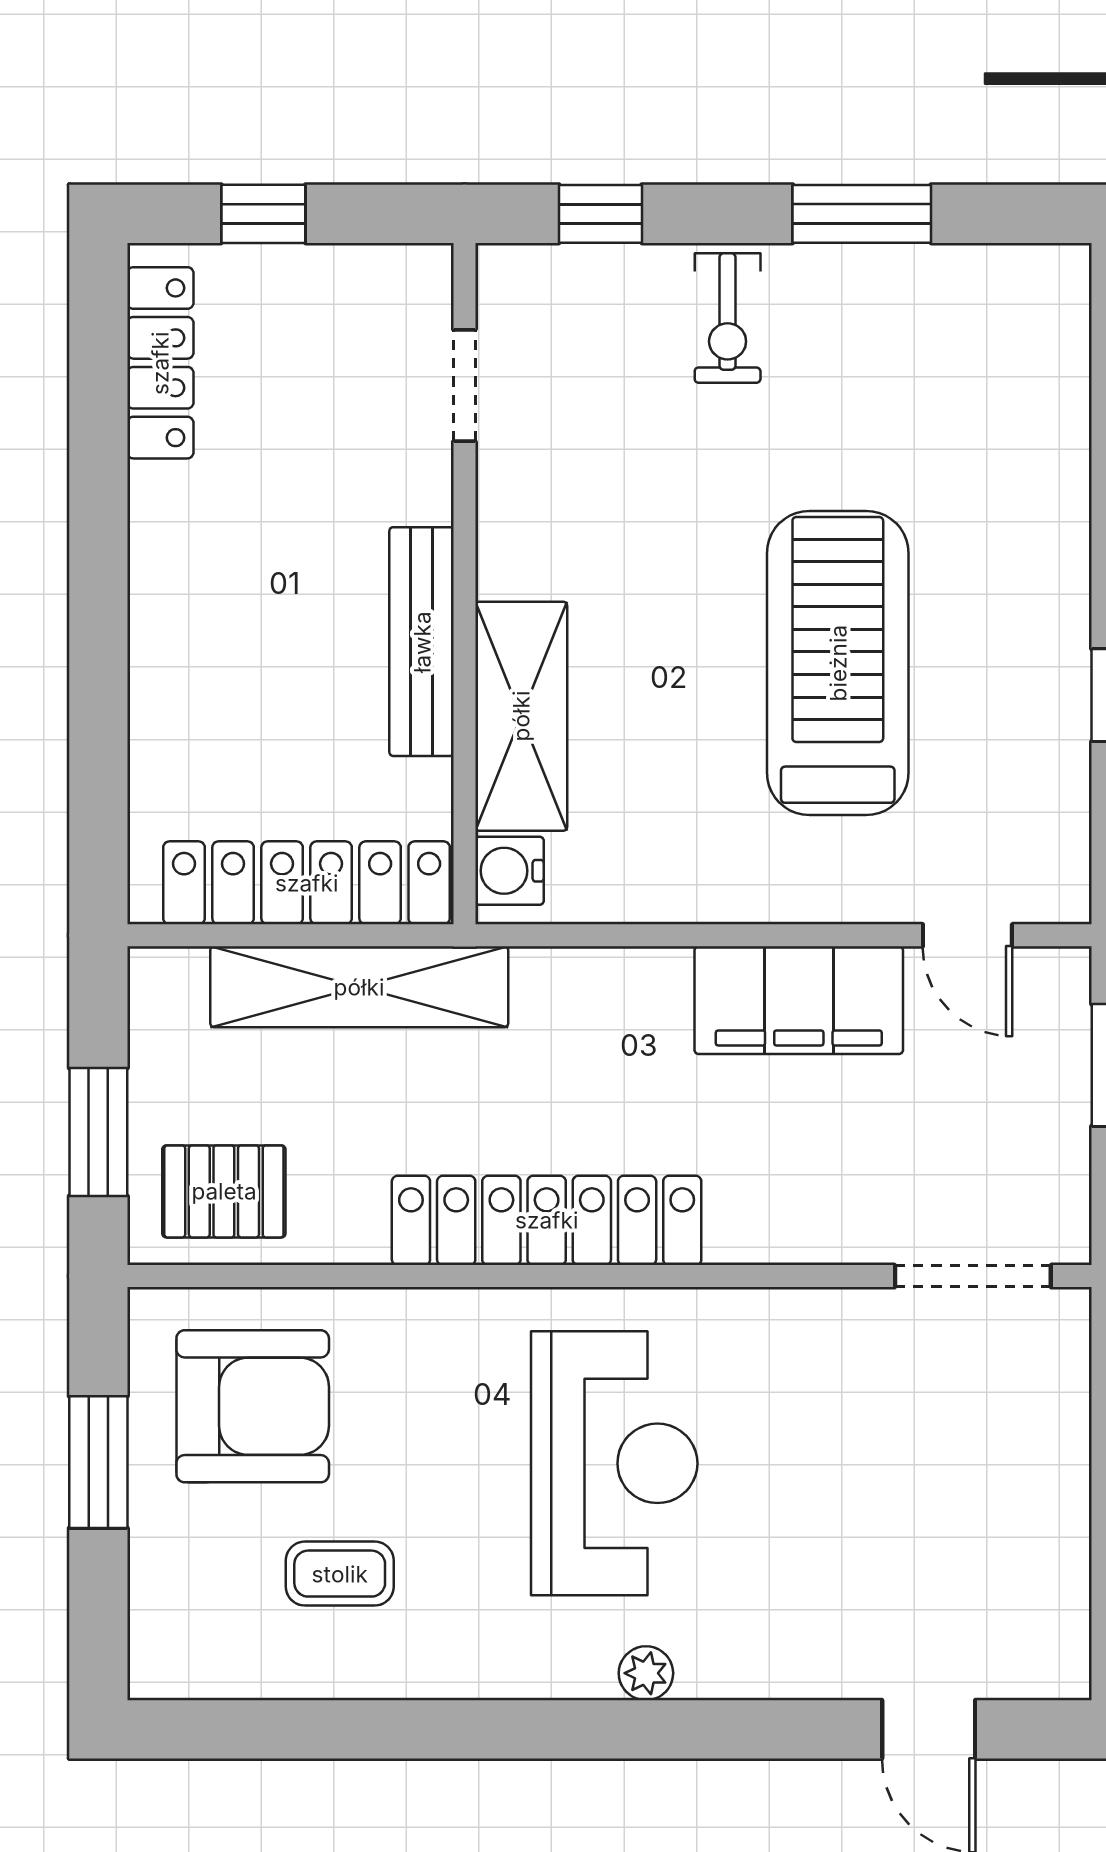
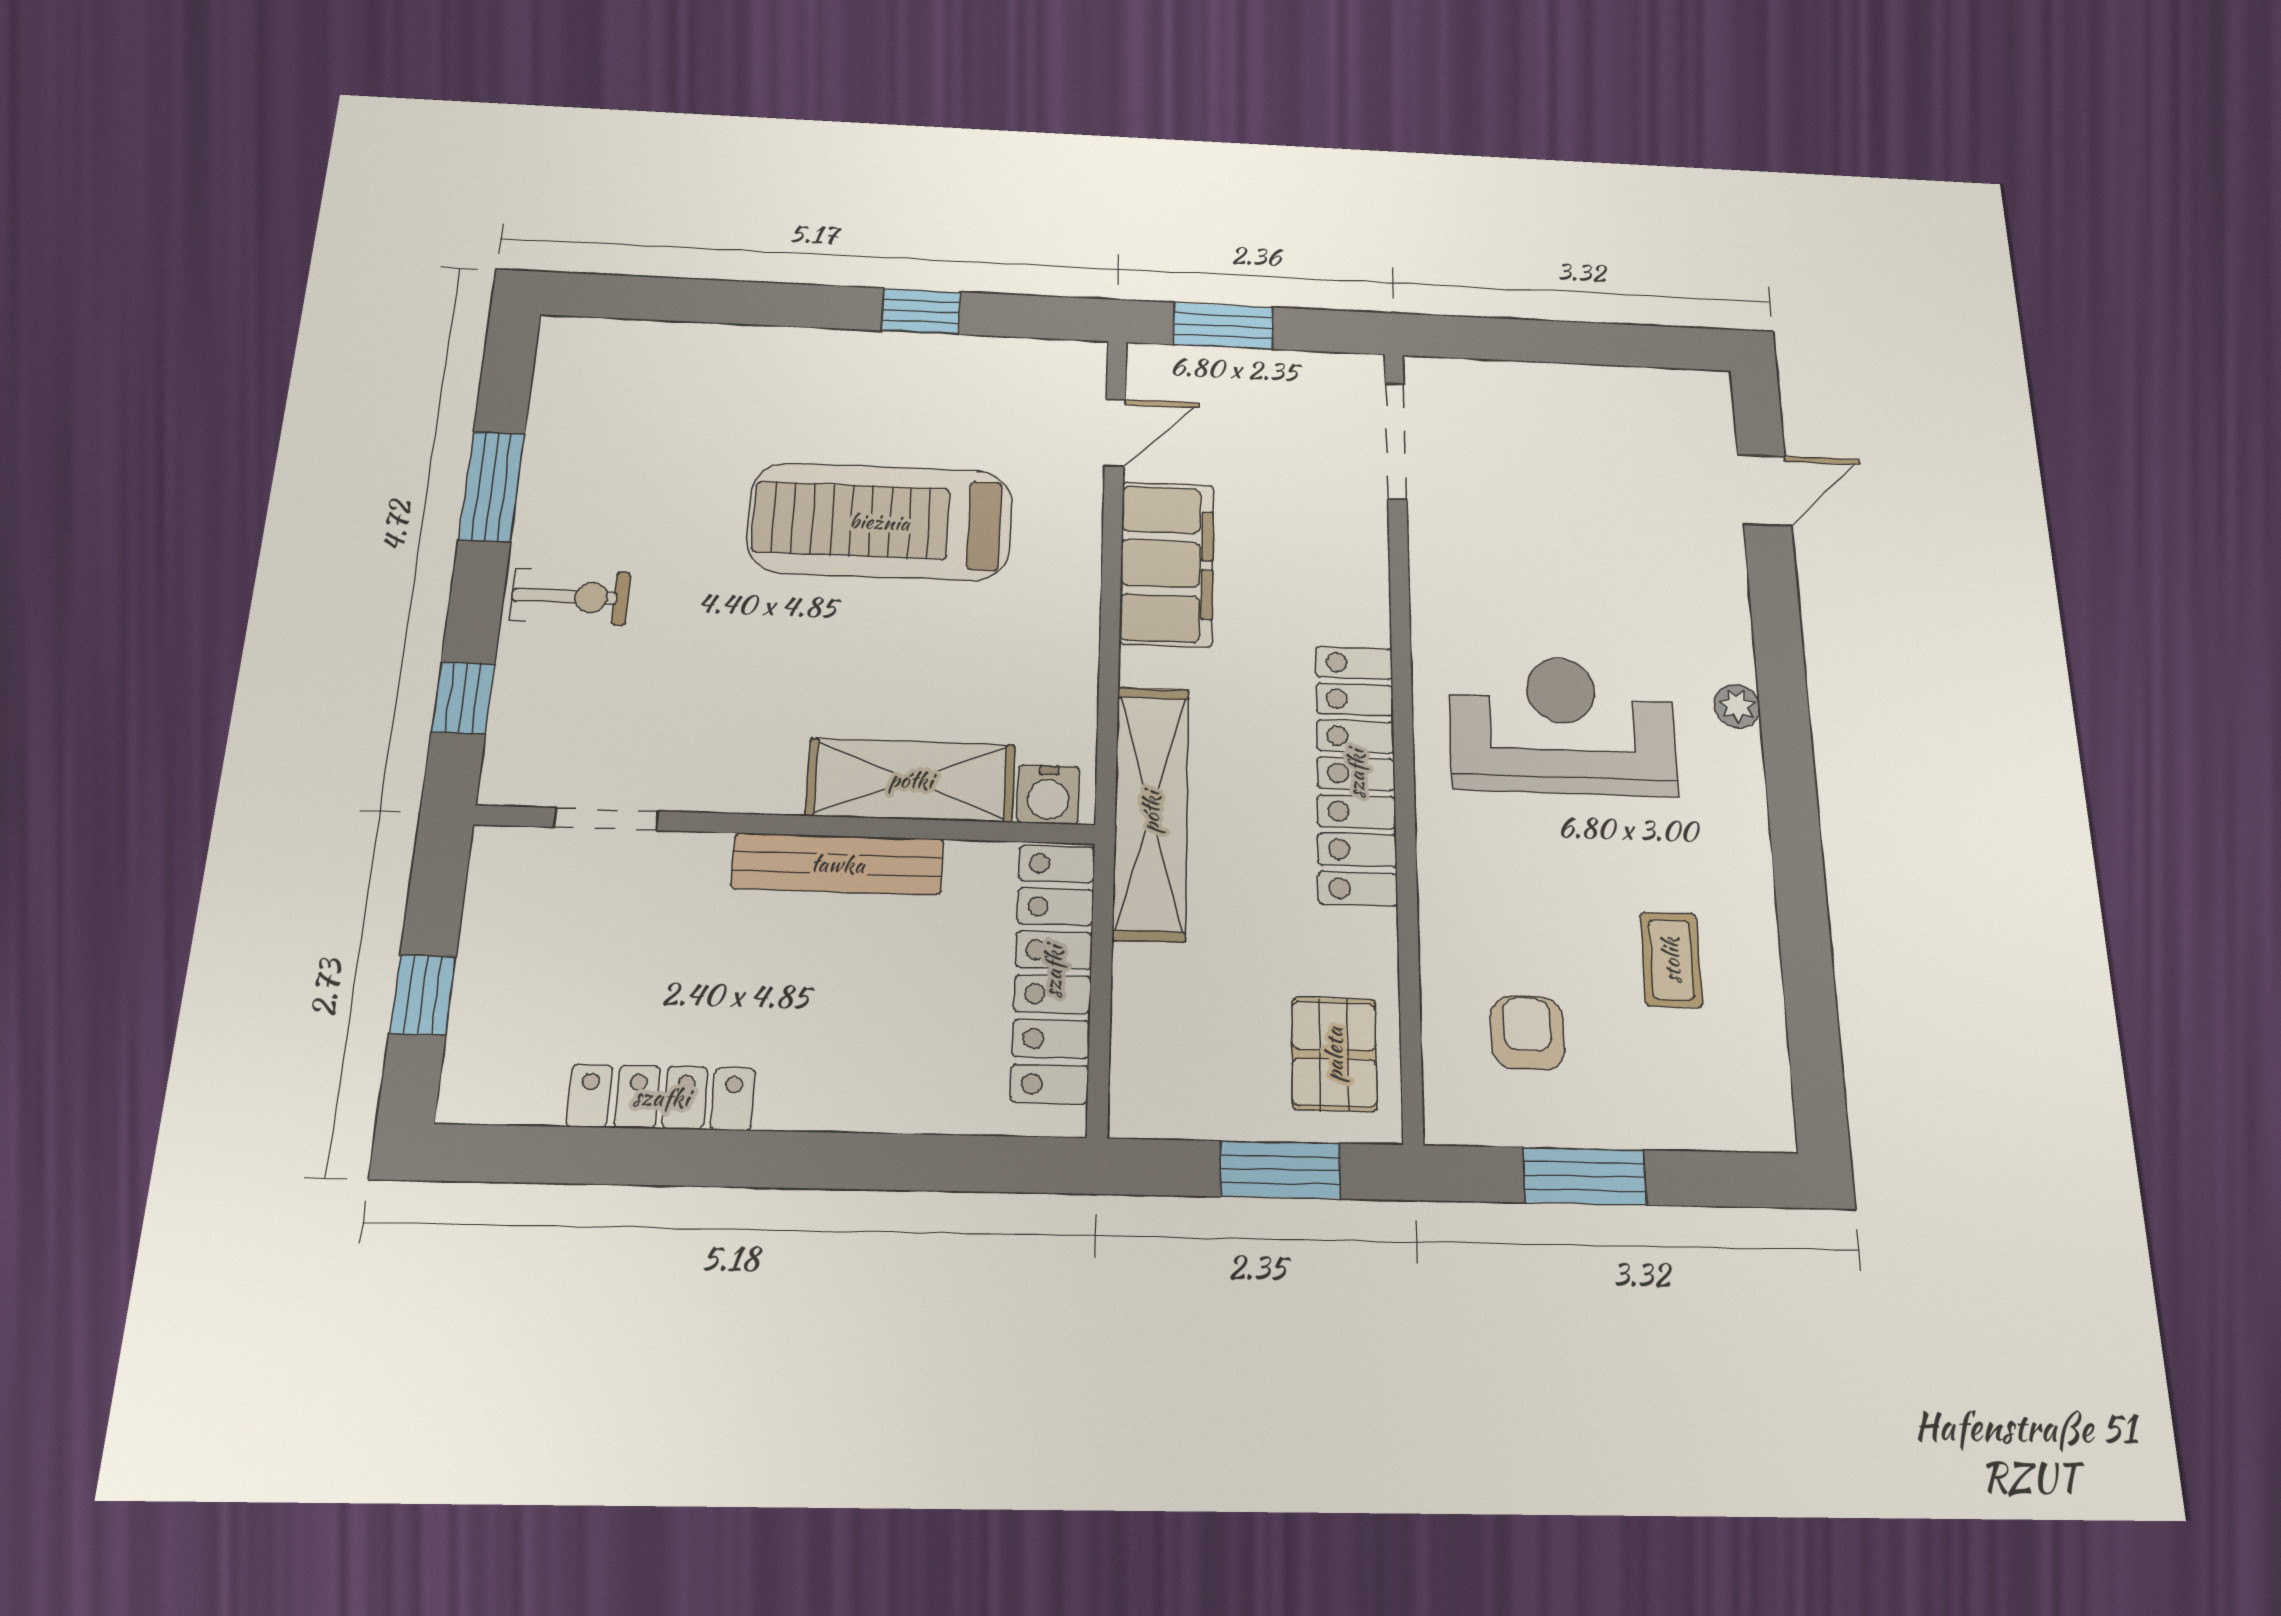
locker: (160, 363) -> (661, 1097), moved
shelving: (359, 987) -> (1151, 812), moved
armchair: (253, 1406) -> (1527, 1033), width x0.53, depth x0.53

